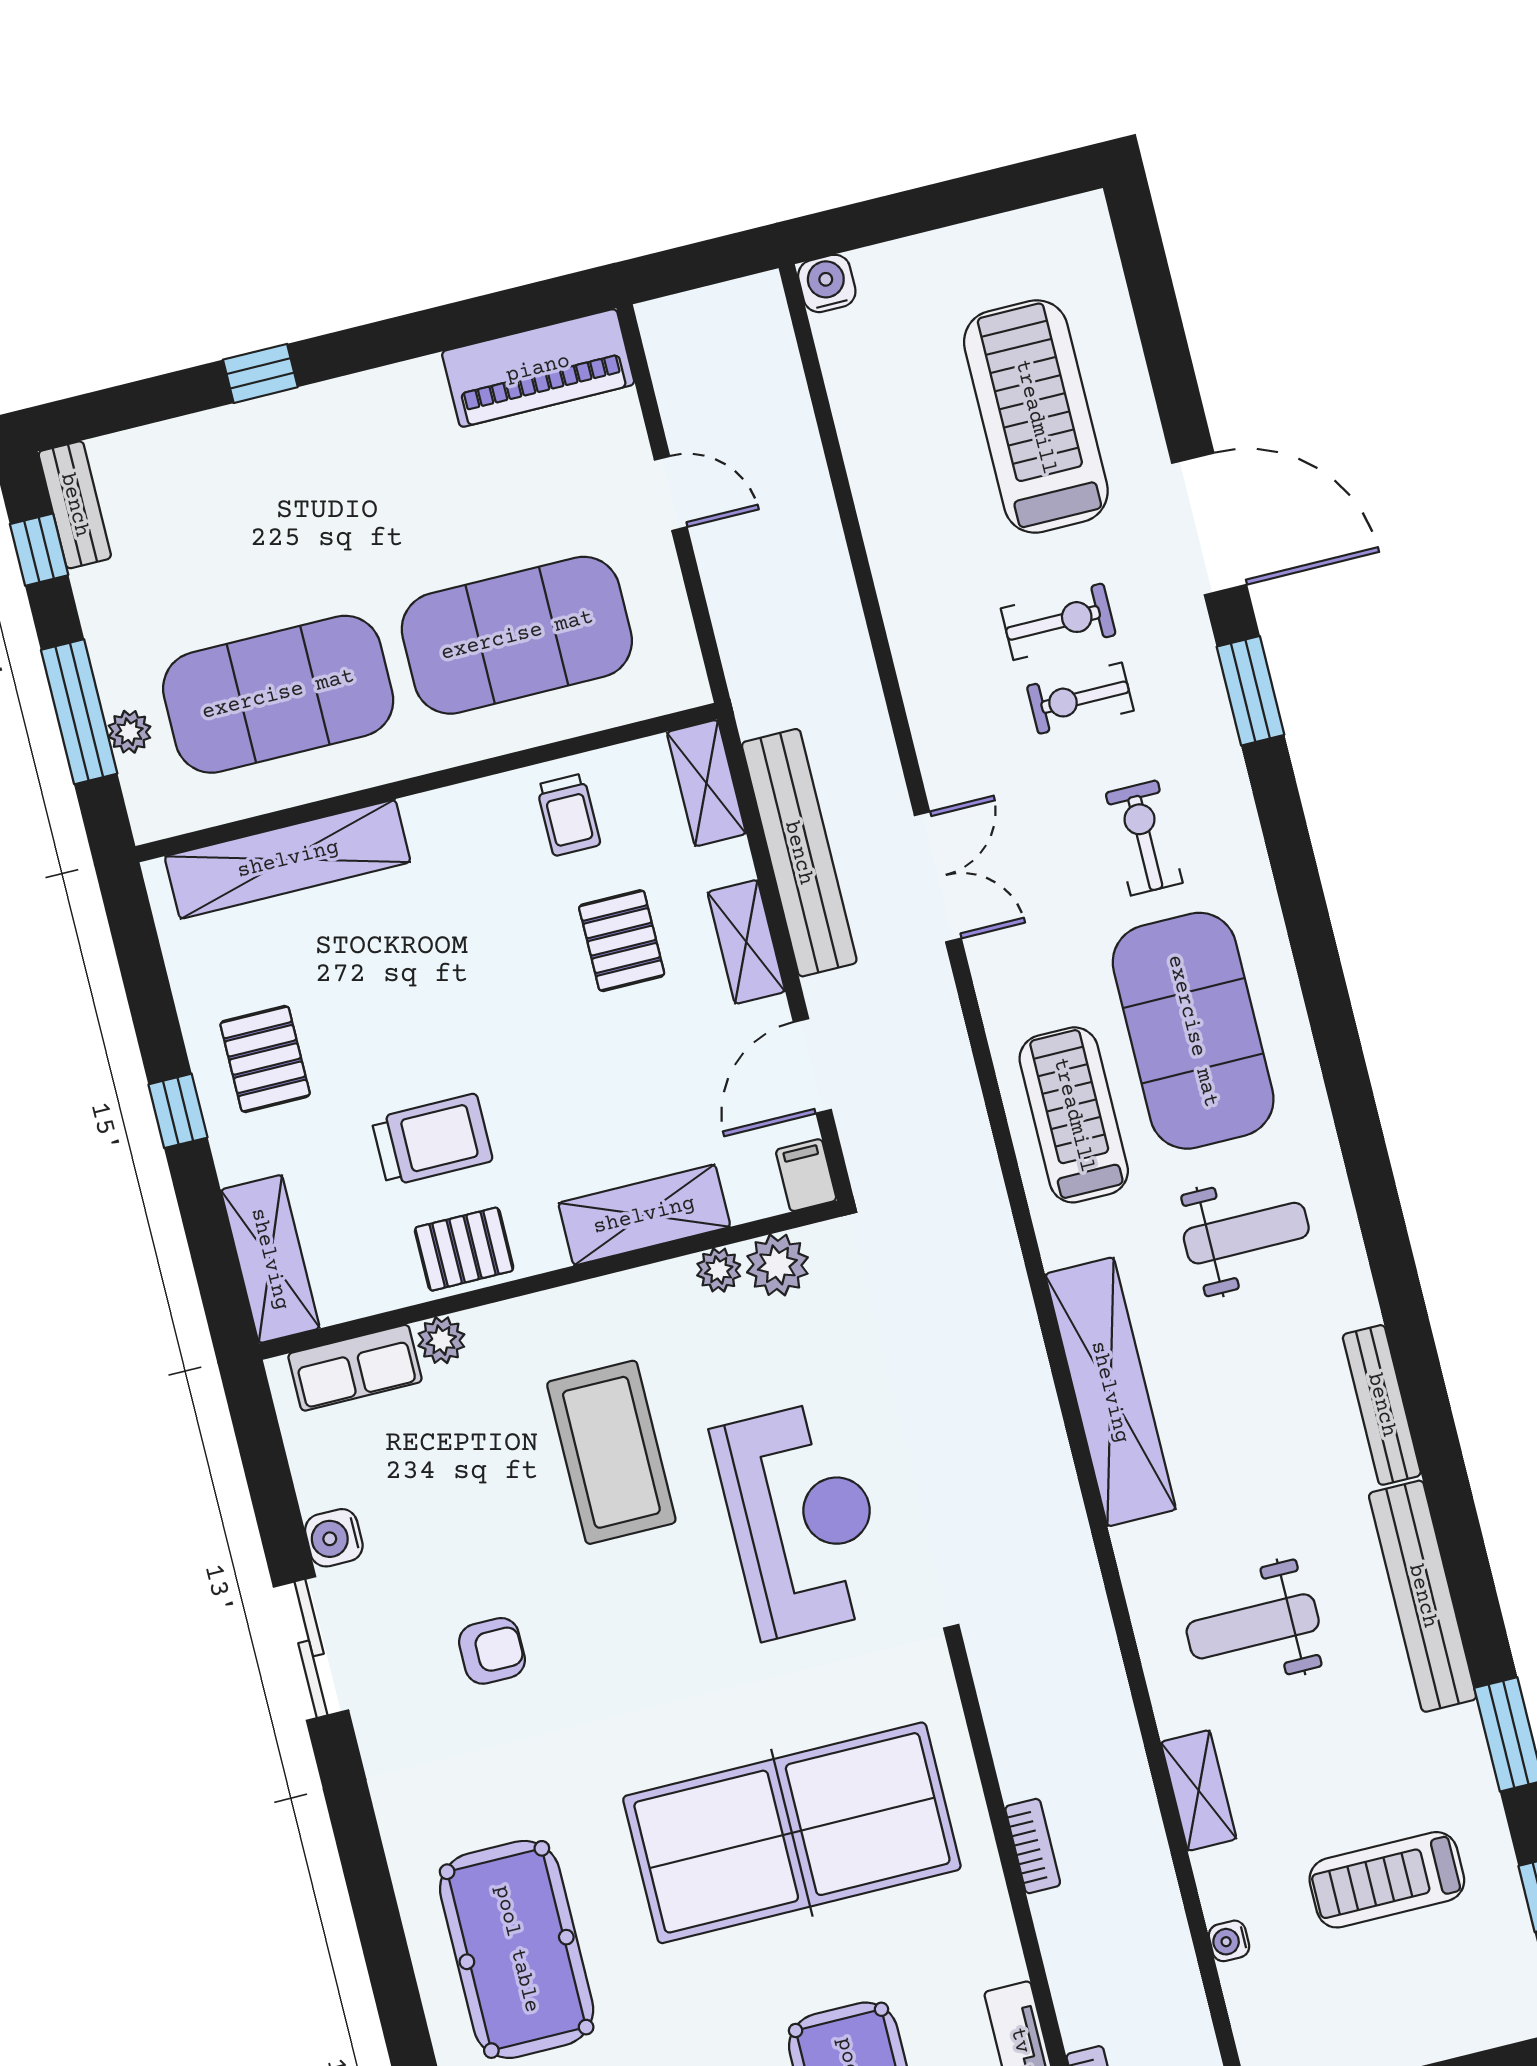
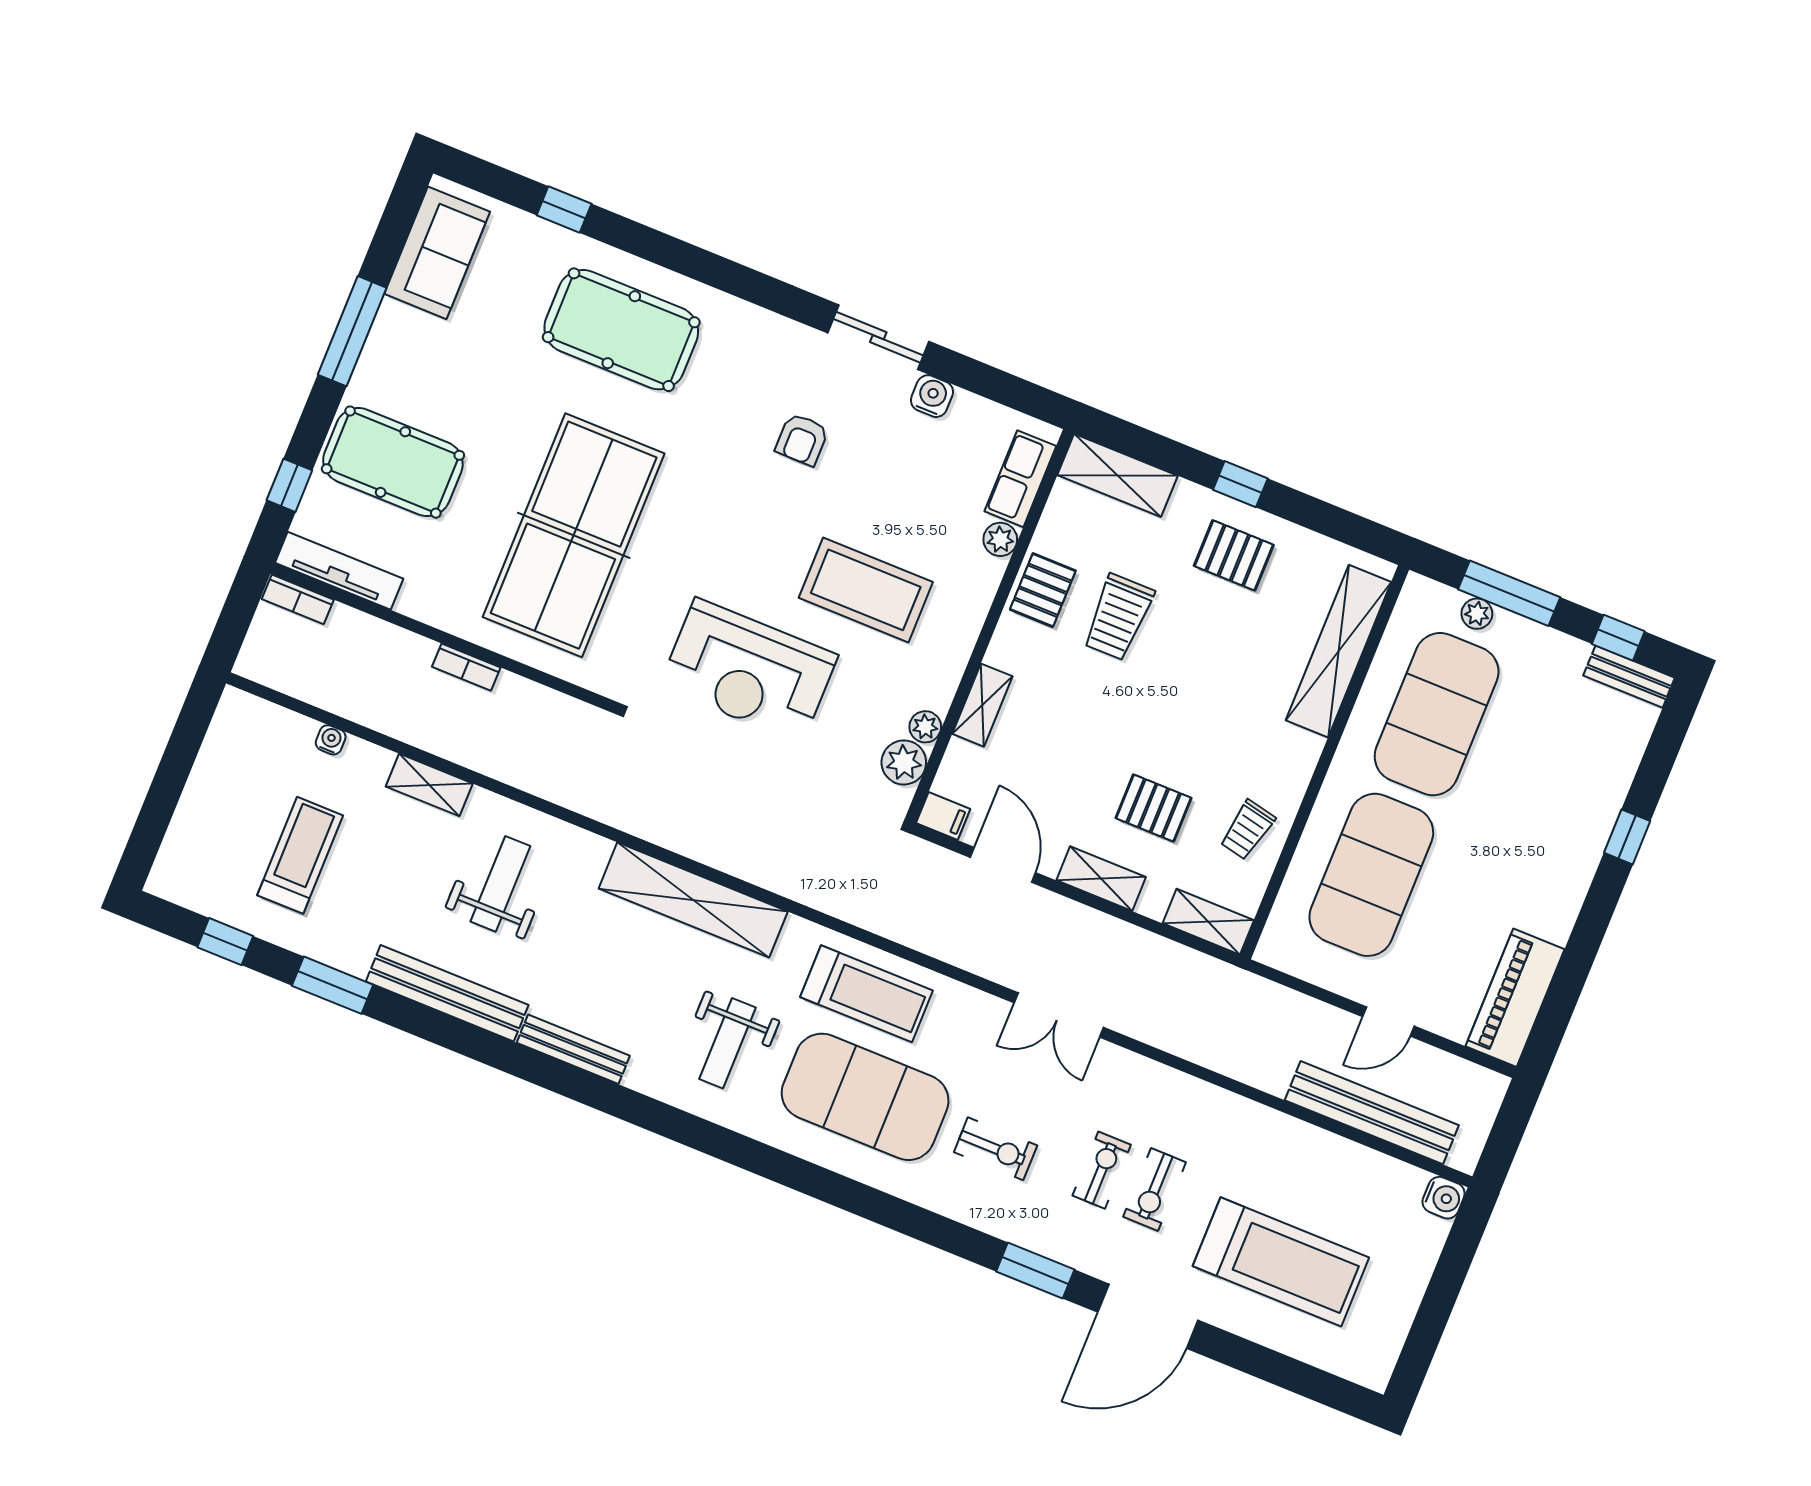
trolley: (568, 815) -> (1247, 830), turned -78
bench: (799, 853) -> (1372, 1113), moved
shelving: (644, 1215) -> (982, 705), width x0.67, depth x0.75

